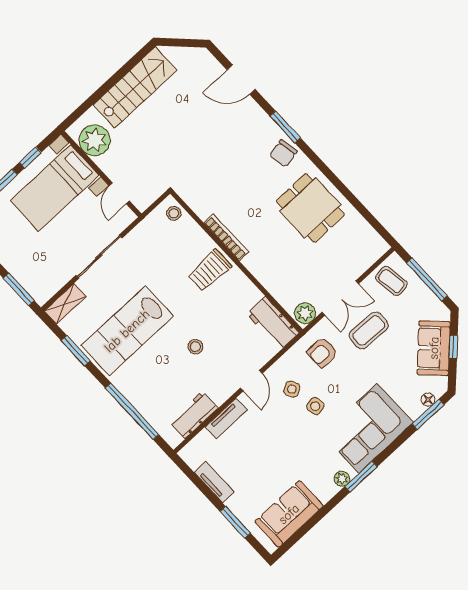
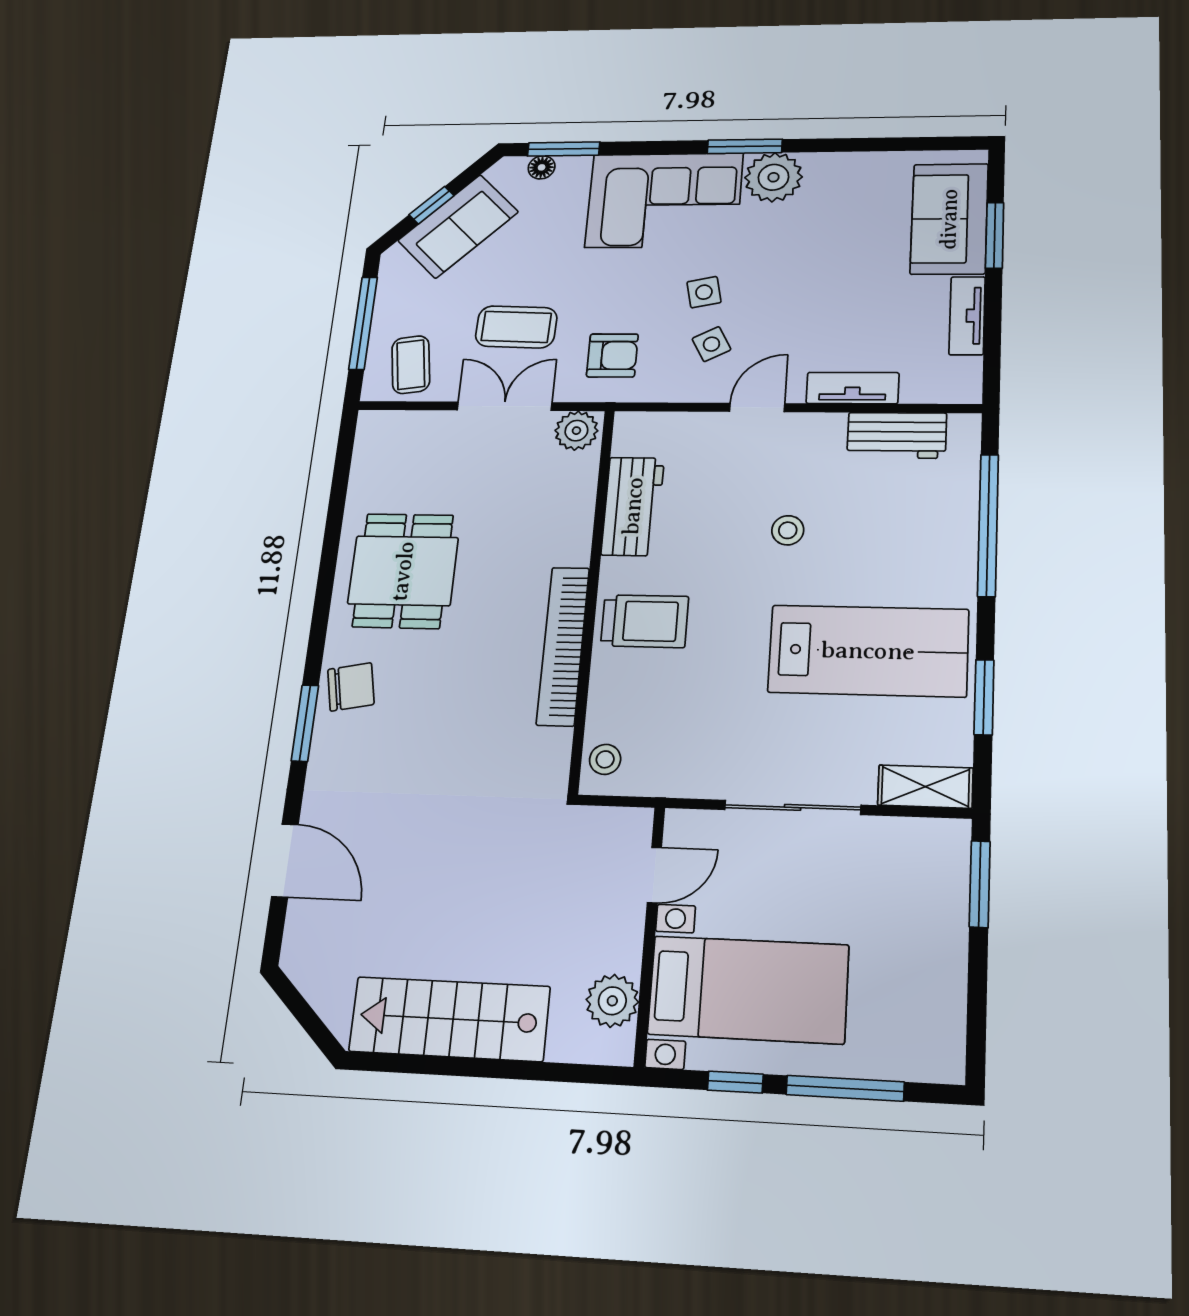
plant: (95, 140) -> (612, 1001), width x0.73, depth x0.73
bookcase: (226, 237) -> (563, 646), width x1.48, depth x1.31
workbench: (273, 323) -> (633, 506), moved
plant: (342, 479) -> (773, 177), width x1.87, depth x1.87
sofa: (289, 514) -> (949, 219), moved, turned 90

